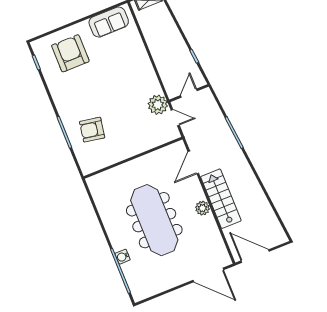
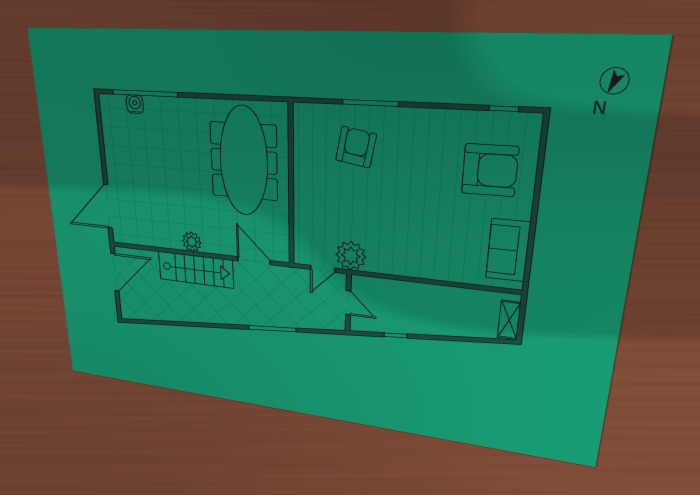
meeting table: (154, 220) -> (244, 161), moved, turned 90
water cooler: (123, 257) -> (135, 104), moved

